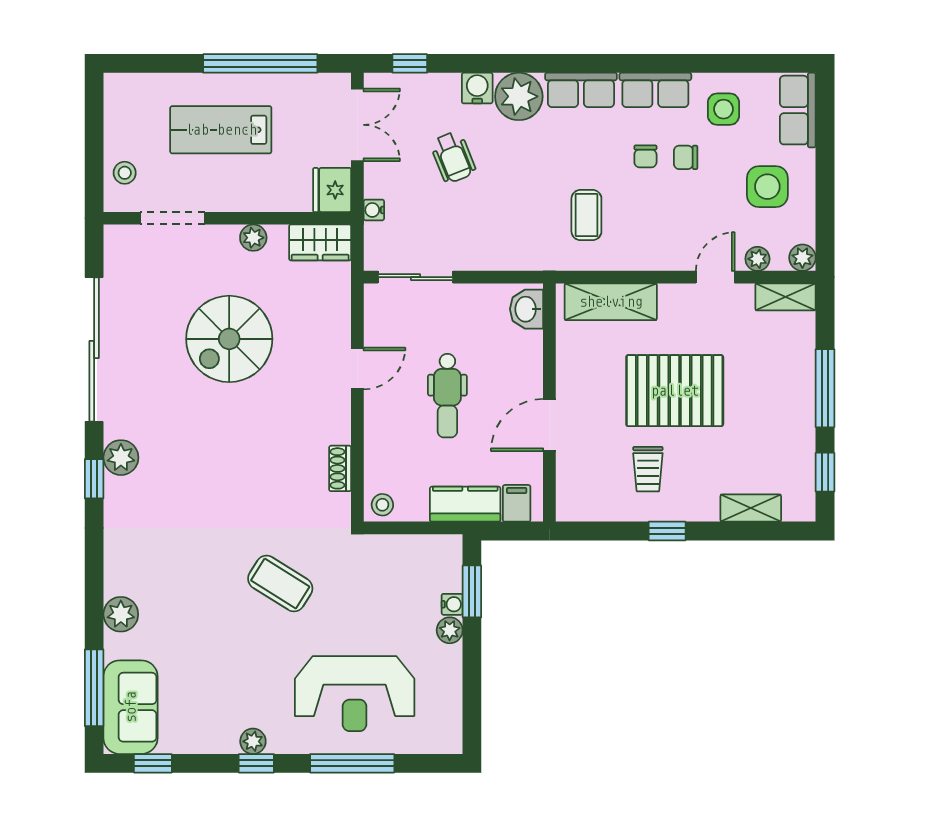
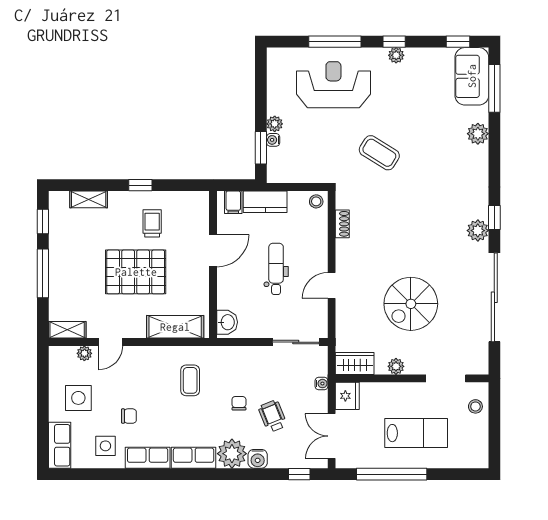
chair: (645, 156) -> (239, 403), moved
plant: (802, 258) -> (57, 354), removed
spiral stairs: (229, 339) -> (411, 304), turned 180

